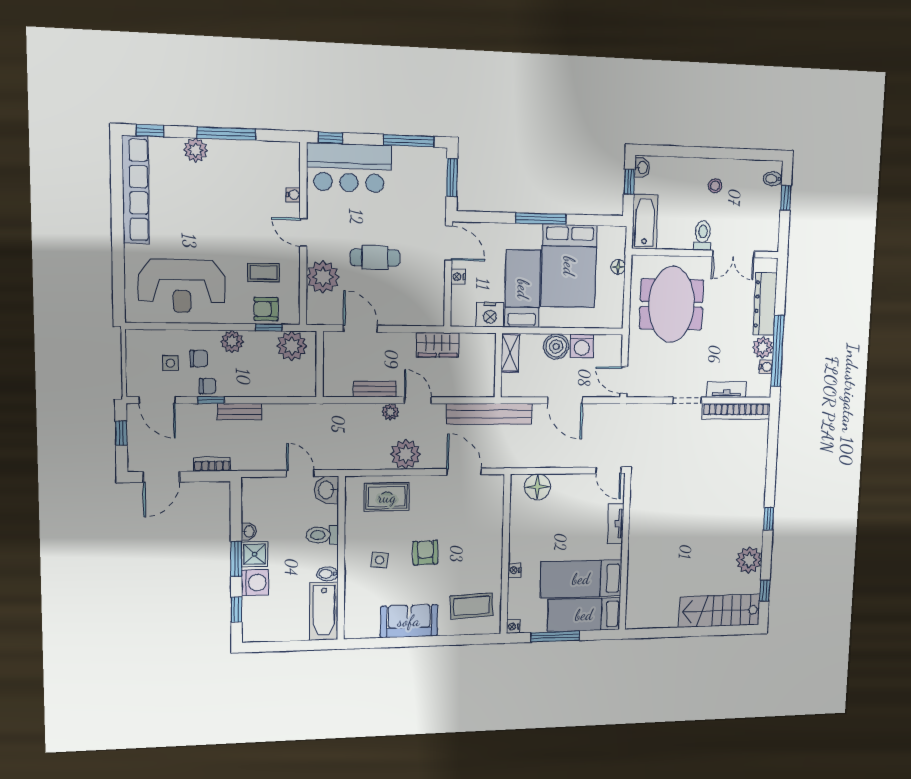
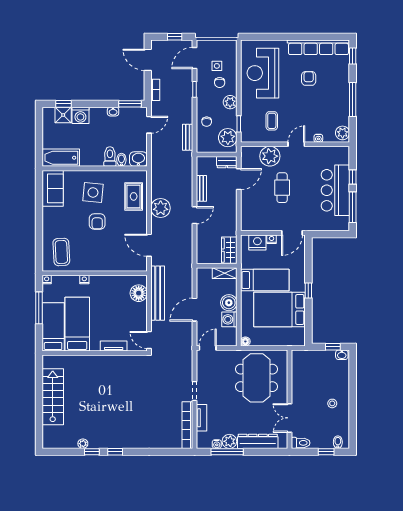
window: (331, 138) -> (353, 177), moved
plant: (195, 150) -> (343, 133), moved
bar counter: (349, 168) -> (335, 190), moved
window: (452, 177) -> (332, 234), removed
window: (541, 219) -> (308, 290), width x0.46
bathtub: (645, 222) -> (308, 358), removed
toilet: (703, 236) -> (301, 443), moved
floor lamp: (618, 267) -> (245, 341), moved
meeting table: (672, 304) -> (257, 378), turned 90
armchair: (266, 309) -> (309, 78), moved
nightstand: (490, 315) -> (257, 242), moved, turned 90
wardrobe: (438, 345) -> (229, 250), moved
dresser: (332, 348) -> (227, 162), added
window: (778, 351) -> (227, 452), width x0.68
chair: (208, 386) -> (207, 122), moved
bench: (240, 411) -> (188, 137), moved
plant: (390, 412) -> (187, 198), removed
bench: (489, 414) -> (158, 293), moved
door: (609, 470) -> (149, 340), hinge flipped
door: (464, 472) -> (149, 245), swing flipped
door: (300, 473) -> (149, 125), moved
armchair: (425, 553) -> (97, 221), turned 92
shower: (255, 554) -> (63, 115), moved
window: (236, 559) -> (130, 104), moved
side table: (380, 560) -> (93, 192), width x1.87, depth x1.87
plant: (749, 560) -> (83, 444), width x0.53, depth x0.53
bidet: (327, 574) -> (121, 160), moved
window: (765, 590) -> (92, 452), moved
stairs: (720, 611) -> (53, 397), moved
sofa: (409, 621) -> (53, 188), moved

